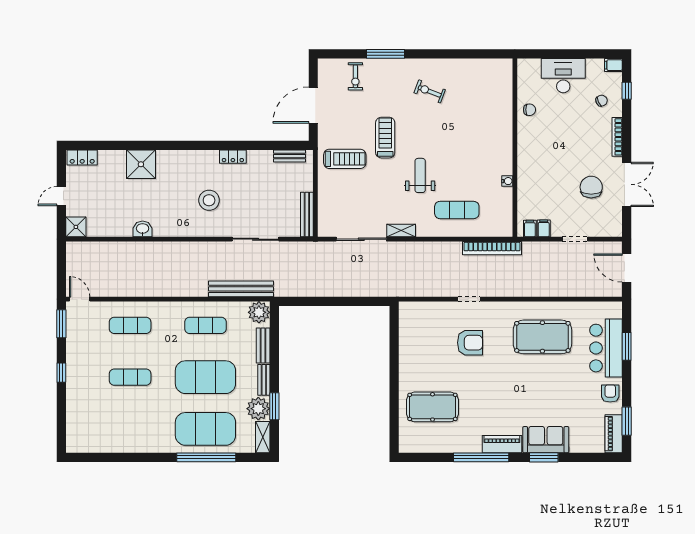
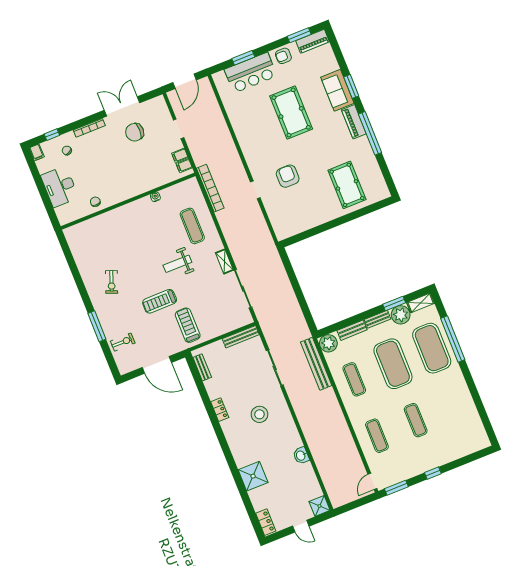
pool table: (542, 337) -> (291, 112), moved

